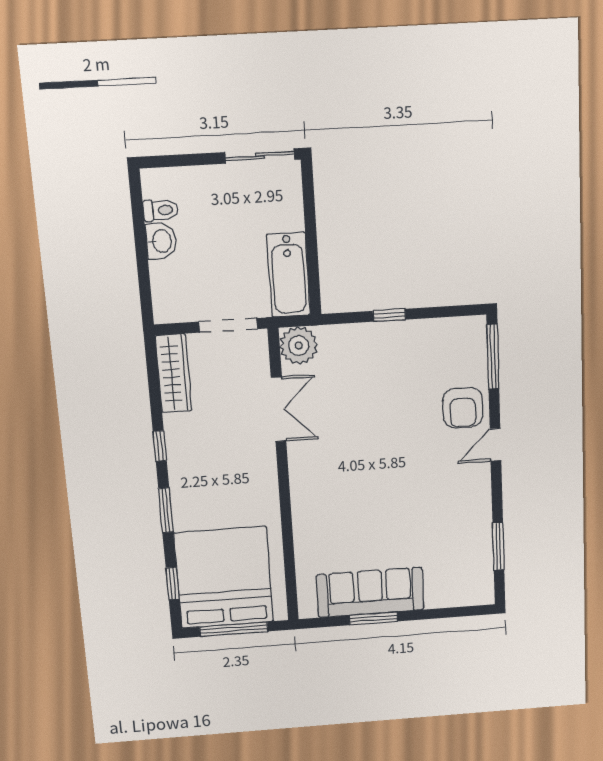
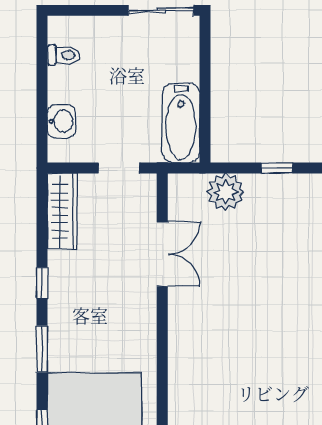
washbasin: (161, 241) -> (61, 121), moved
doorway: (228, 325) -> (119, 168), width x0.73
plant: (299, 345) -> (226, 192), moved

